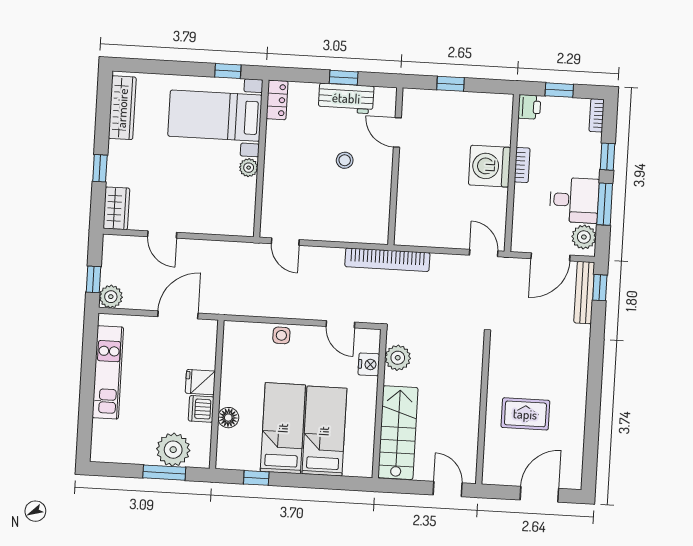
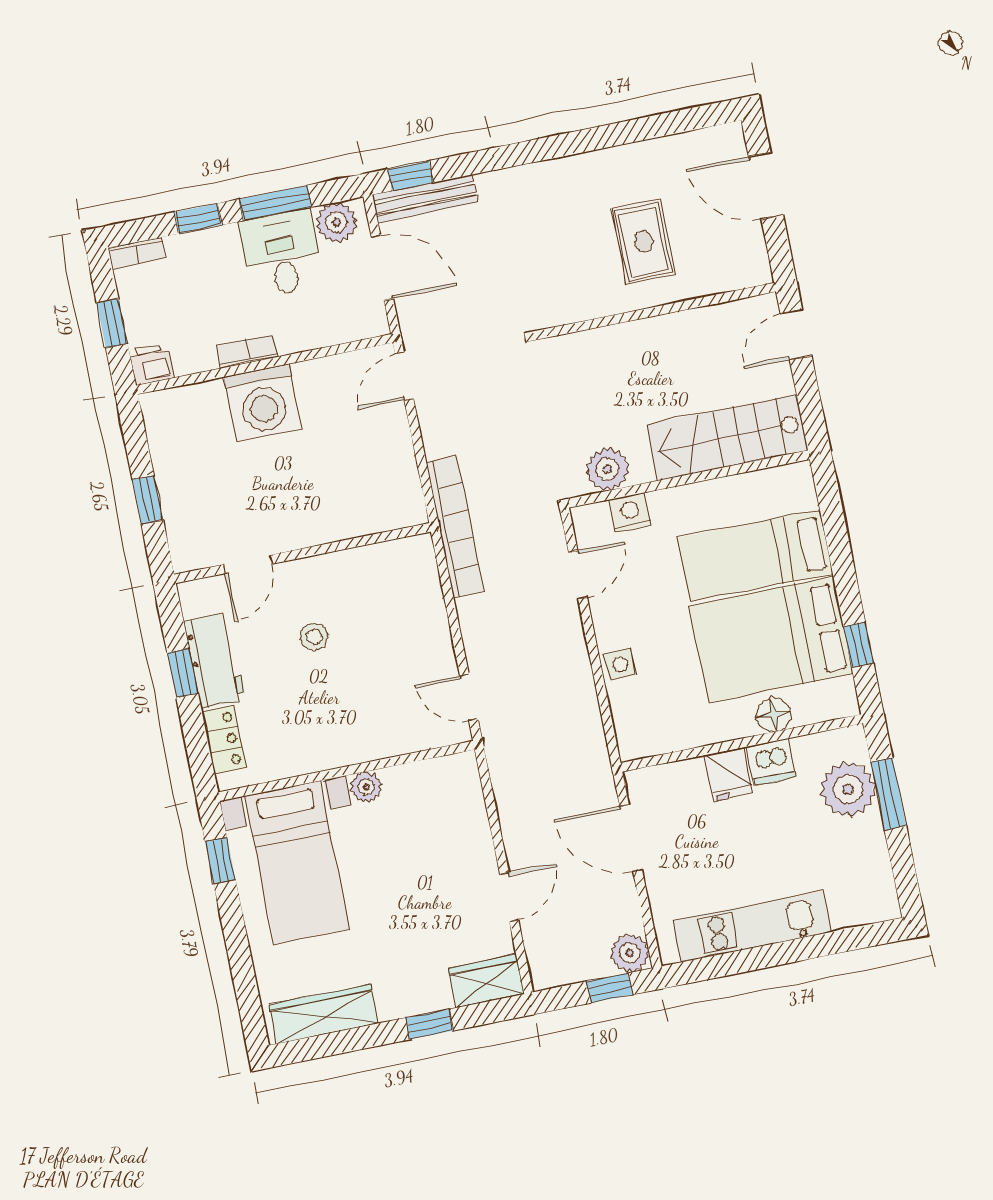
locker: (277, 100) -> (224, 740), moved, turned 90
door: (285, 242) -> (469, 697), swing flipped
bed: (283, 428) -> (771, 639), width x1.50

